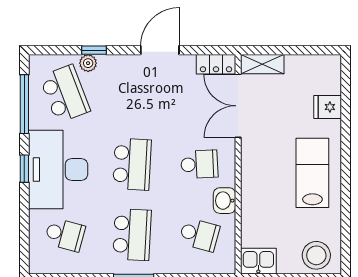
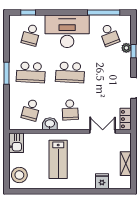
shelving: (262, 64) -> (126, 164), moved
school desk: (65, 94) -> (109, 35), width x0.54
double door: (238, 106) -> (103, 131), width x0.73
window: (24, 169) -> (28, 12), moved
lab bench: (312, 173) -> (58, 159), moved, turned 90

